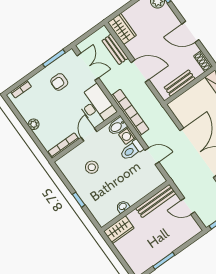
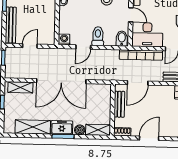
door: (140, 71) -> (138, 83), moved
bookcase: (130, 112) -> (141, 55), moved
washing machine: (127, 136) -> (64, 39), moved
bench: (156, 201) -> (11, 25), moved

